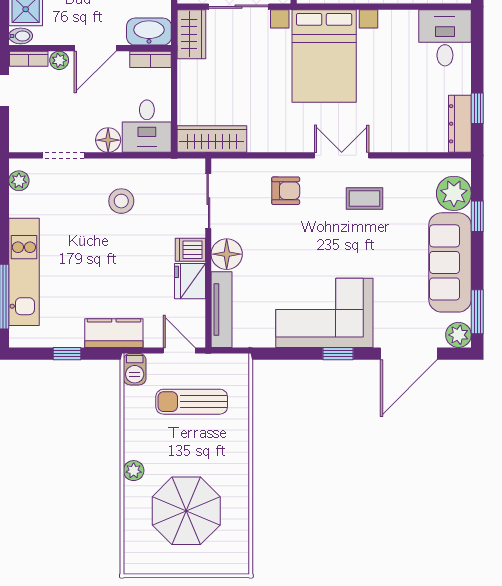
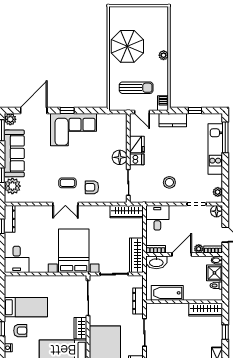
wardrobe: (191, 34) -> (136, 255), width x1.50
floor lamp: (108, 140) -> (217, 211), moved
coffee table: (365, 198) -> (67, 183), moved
tv unit: (222, 310) -> (122, 131), removed
parasol: (186, 511) -> (127, 46), moved

